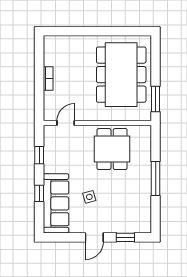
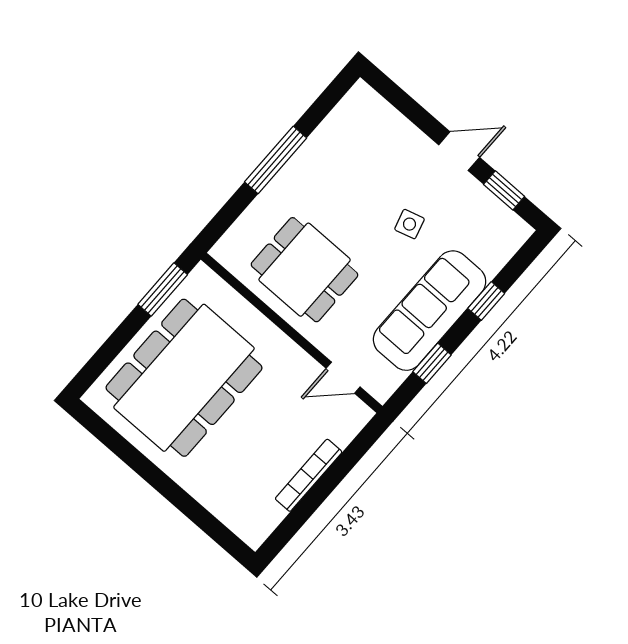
bookcase: (48, 79) -> (309, 475), width x1.56
dining table: (112, 149) -> (305, 270), turned 90
sofa: (56, 203) -> (430, 311), moved
window: (125, 237) -> (504, 190), moved

